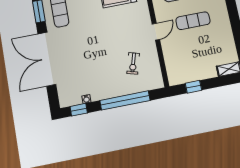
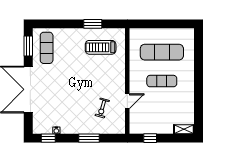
door: (156, 32) -> (127, 101), moved
window: (125, 100) -> (89, 138), width x0.47

